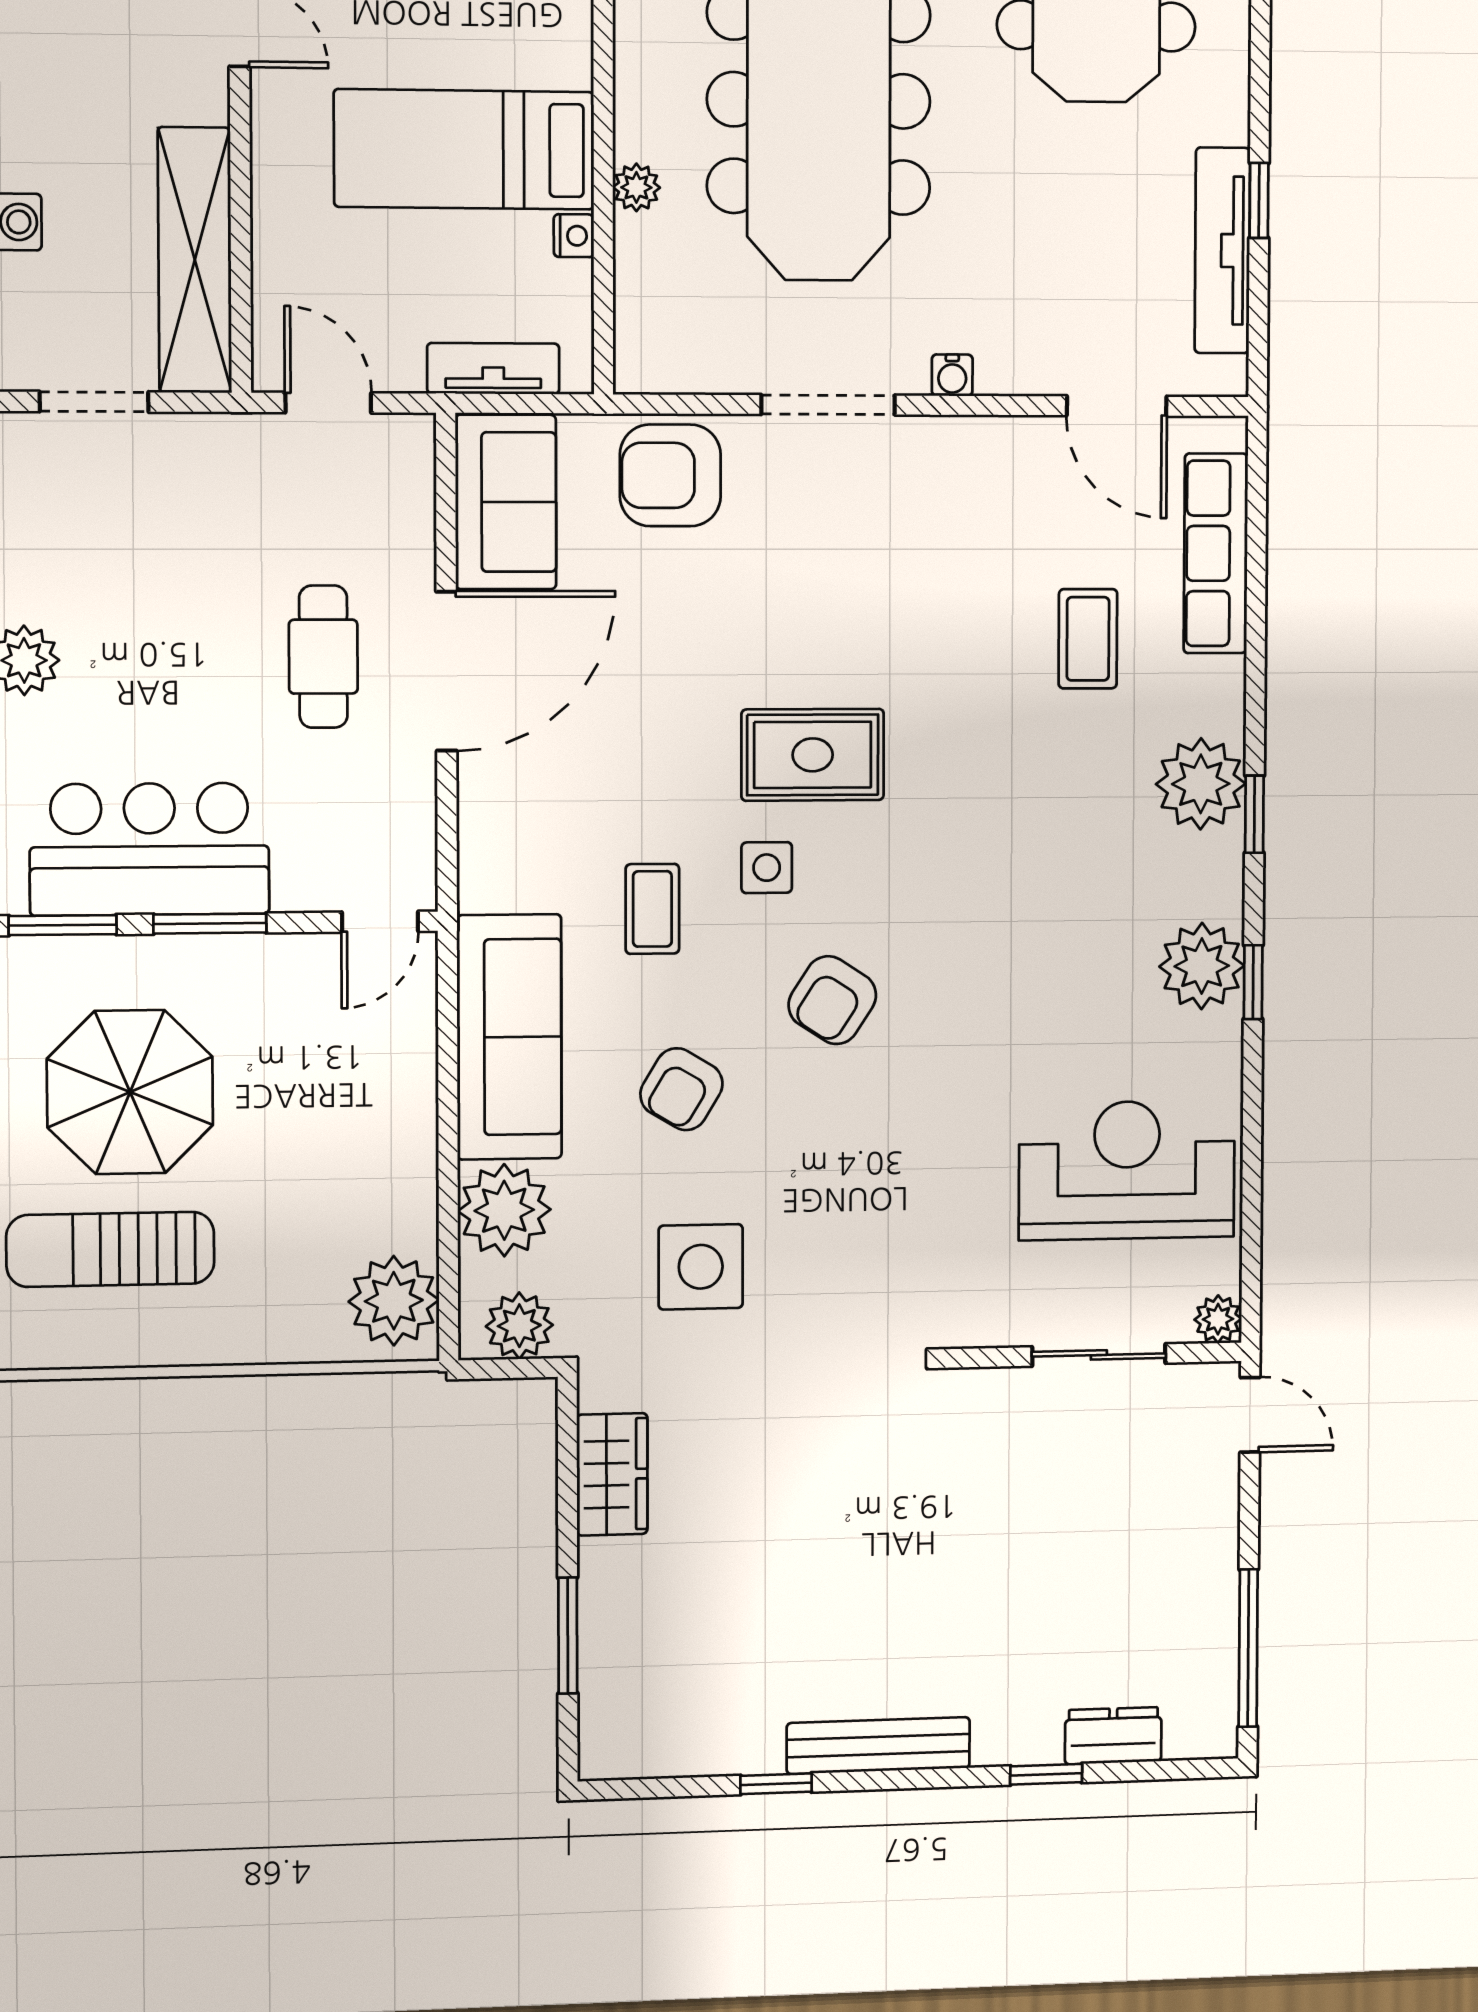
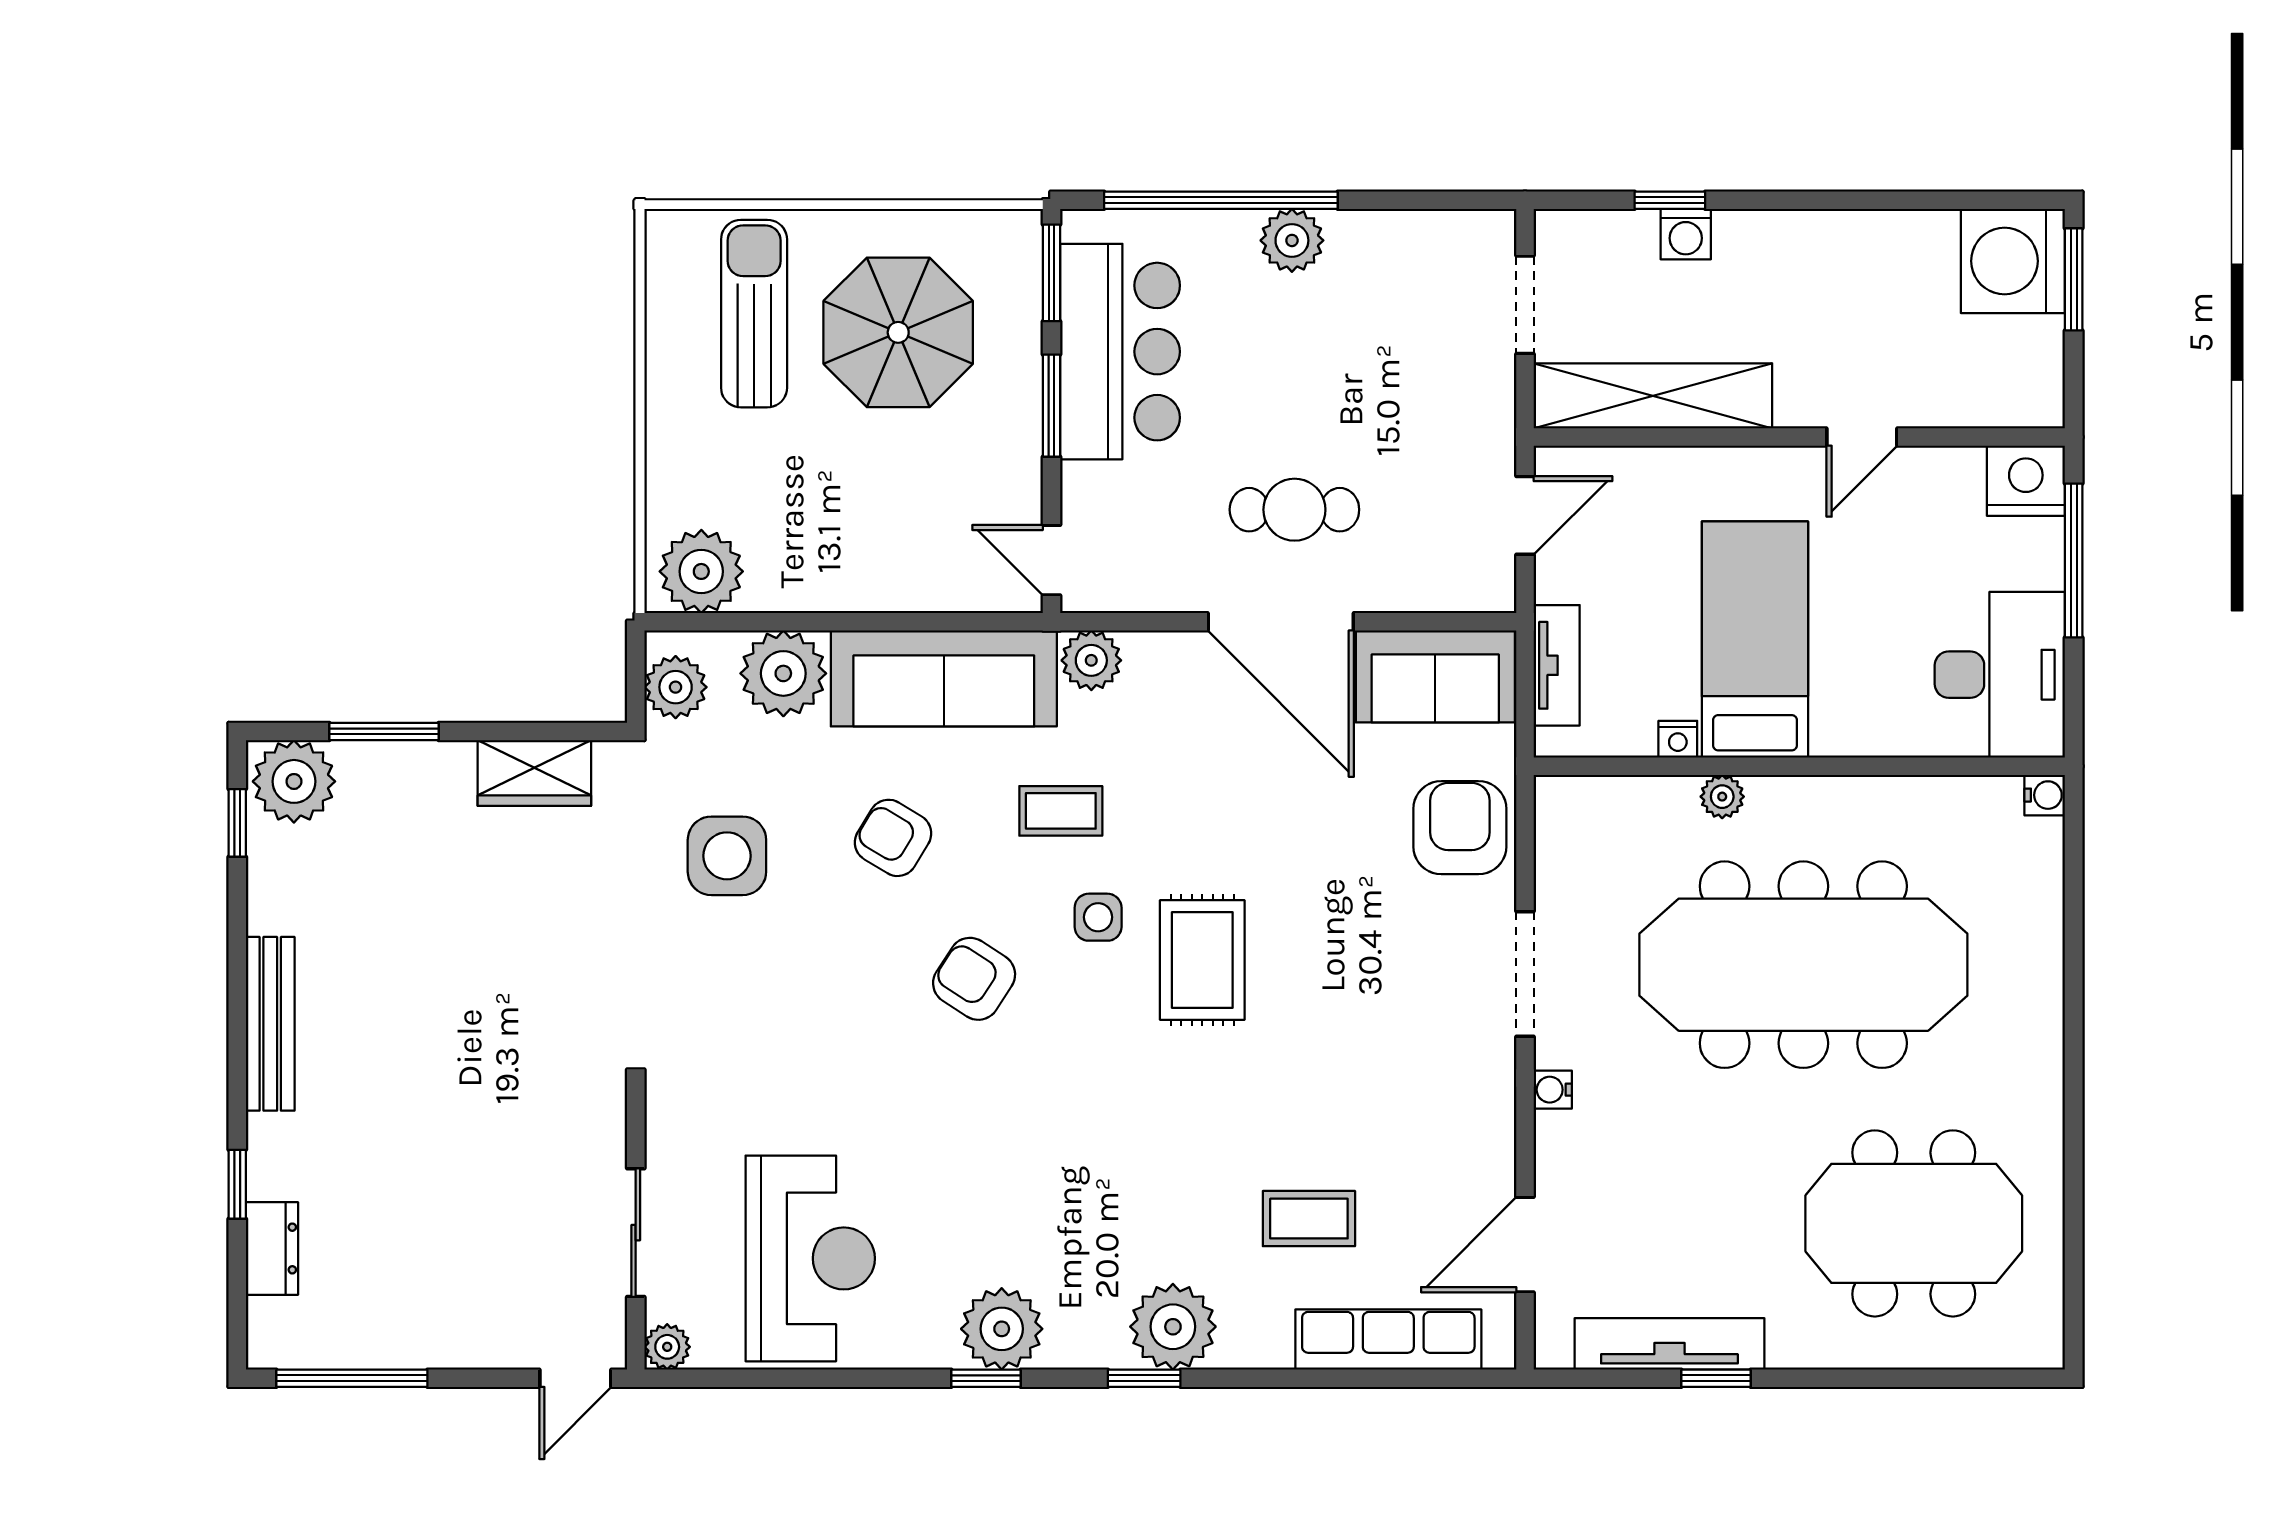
plant: (489, 877) -> (1091, 660), added
plant: (621, 1729) -> (294, 781), added
window: (776, 1784) -> (237, 823), moved

